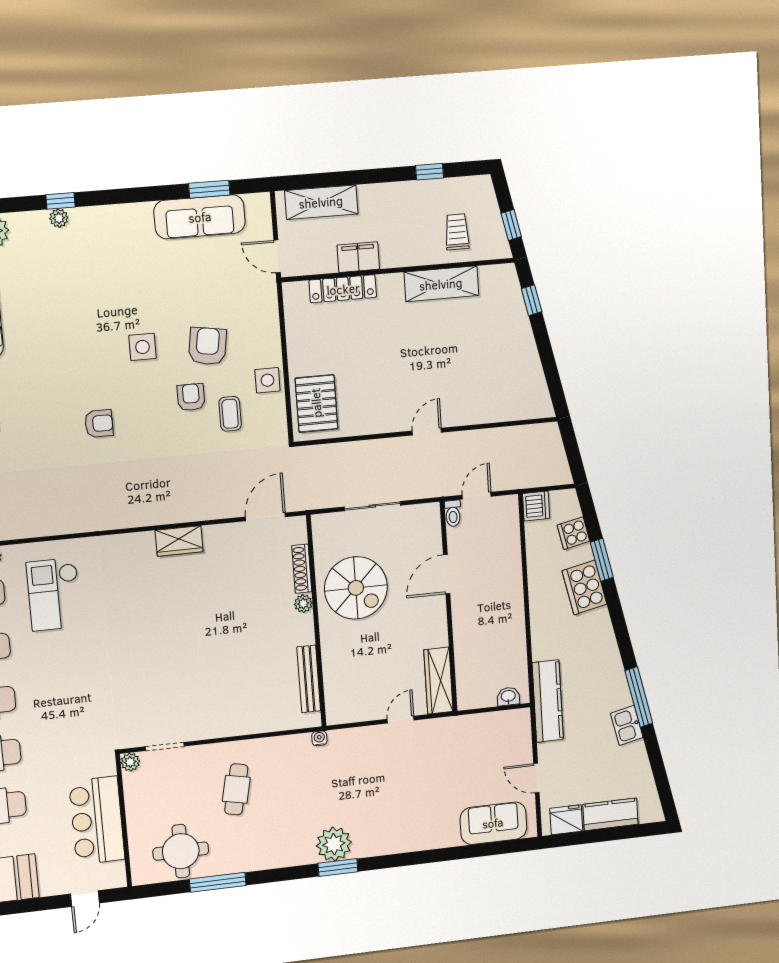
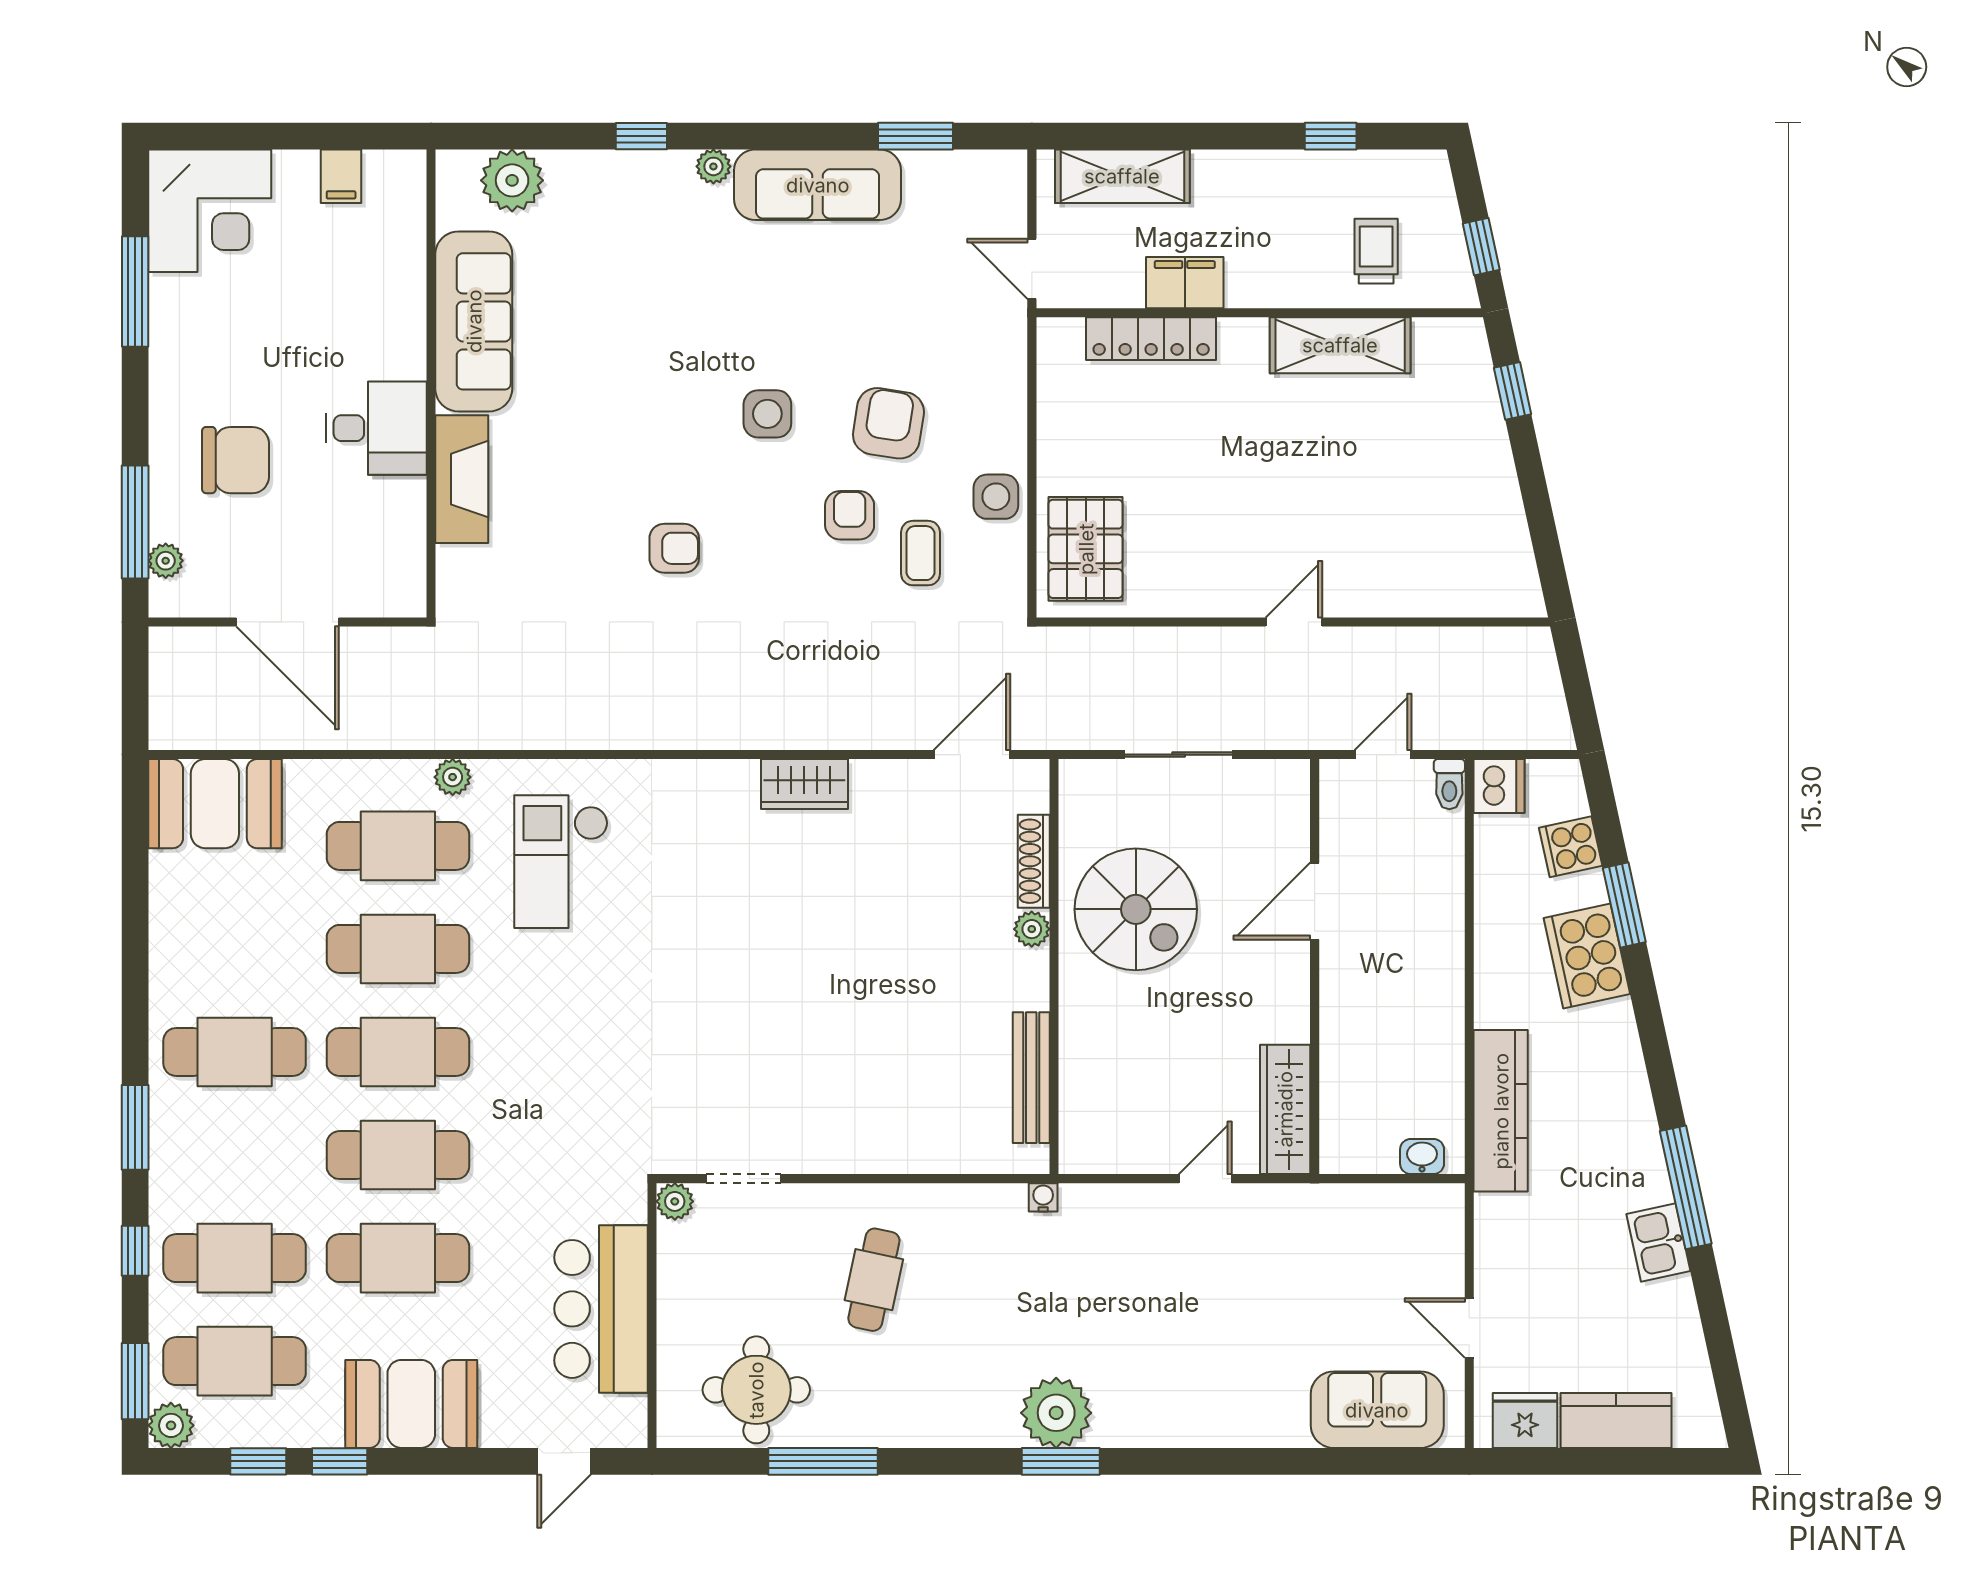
sofa: (200, 217) -> (818, 185), moved
plant: (59, 218) -> (713, 166), moved
toilet: (453, 513) -> (1449, 784), moved
kitchen counter: (548, 701) -> (1501, 1111), moved

